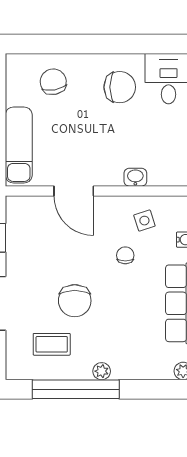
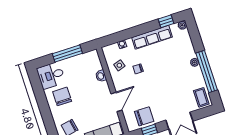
chair: (75, 301) -> (144, 116), moved
coffee table: (52, 344) -> (201, 97), moved

